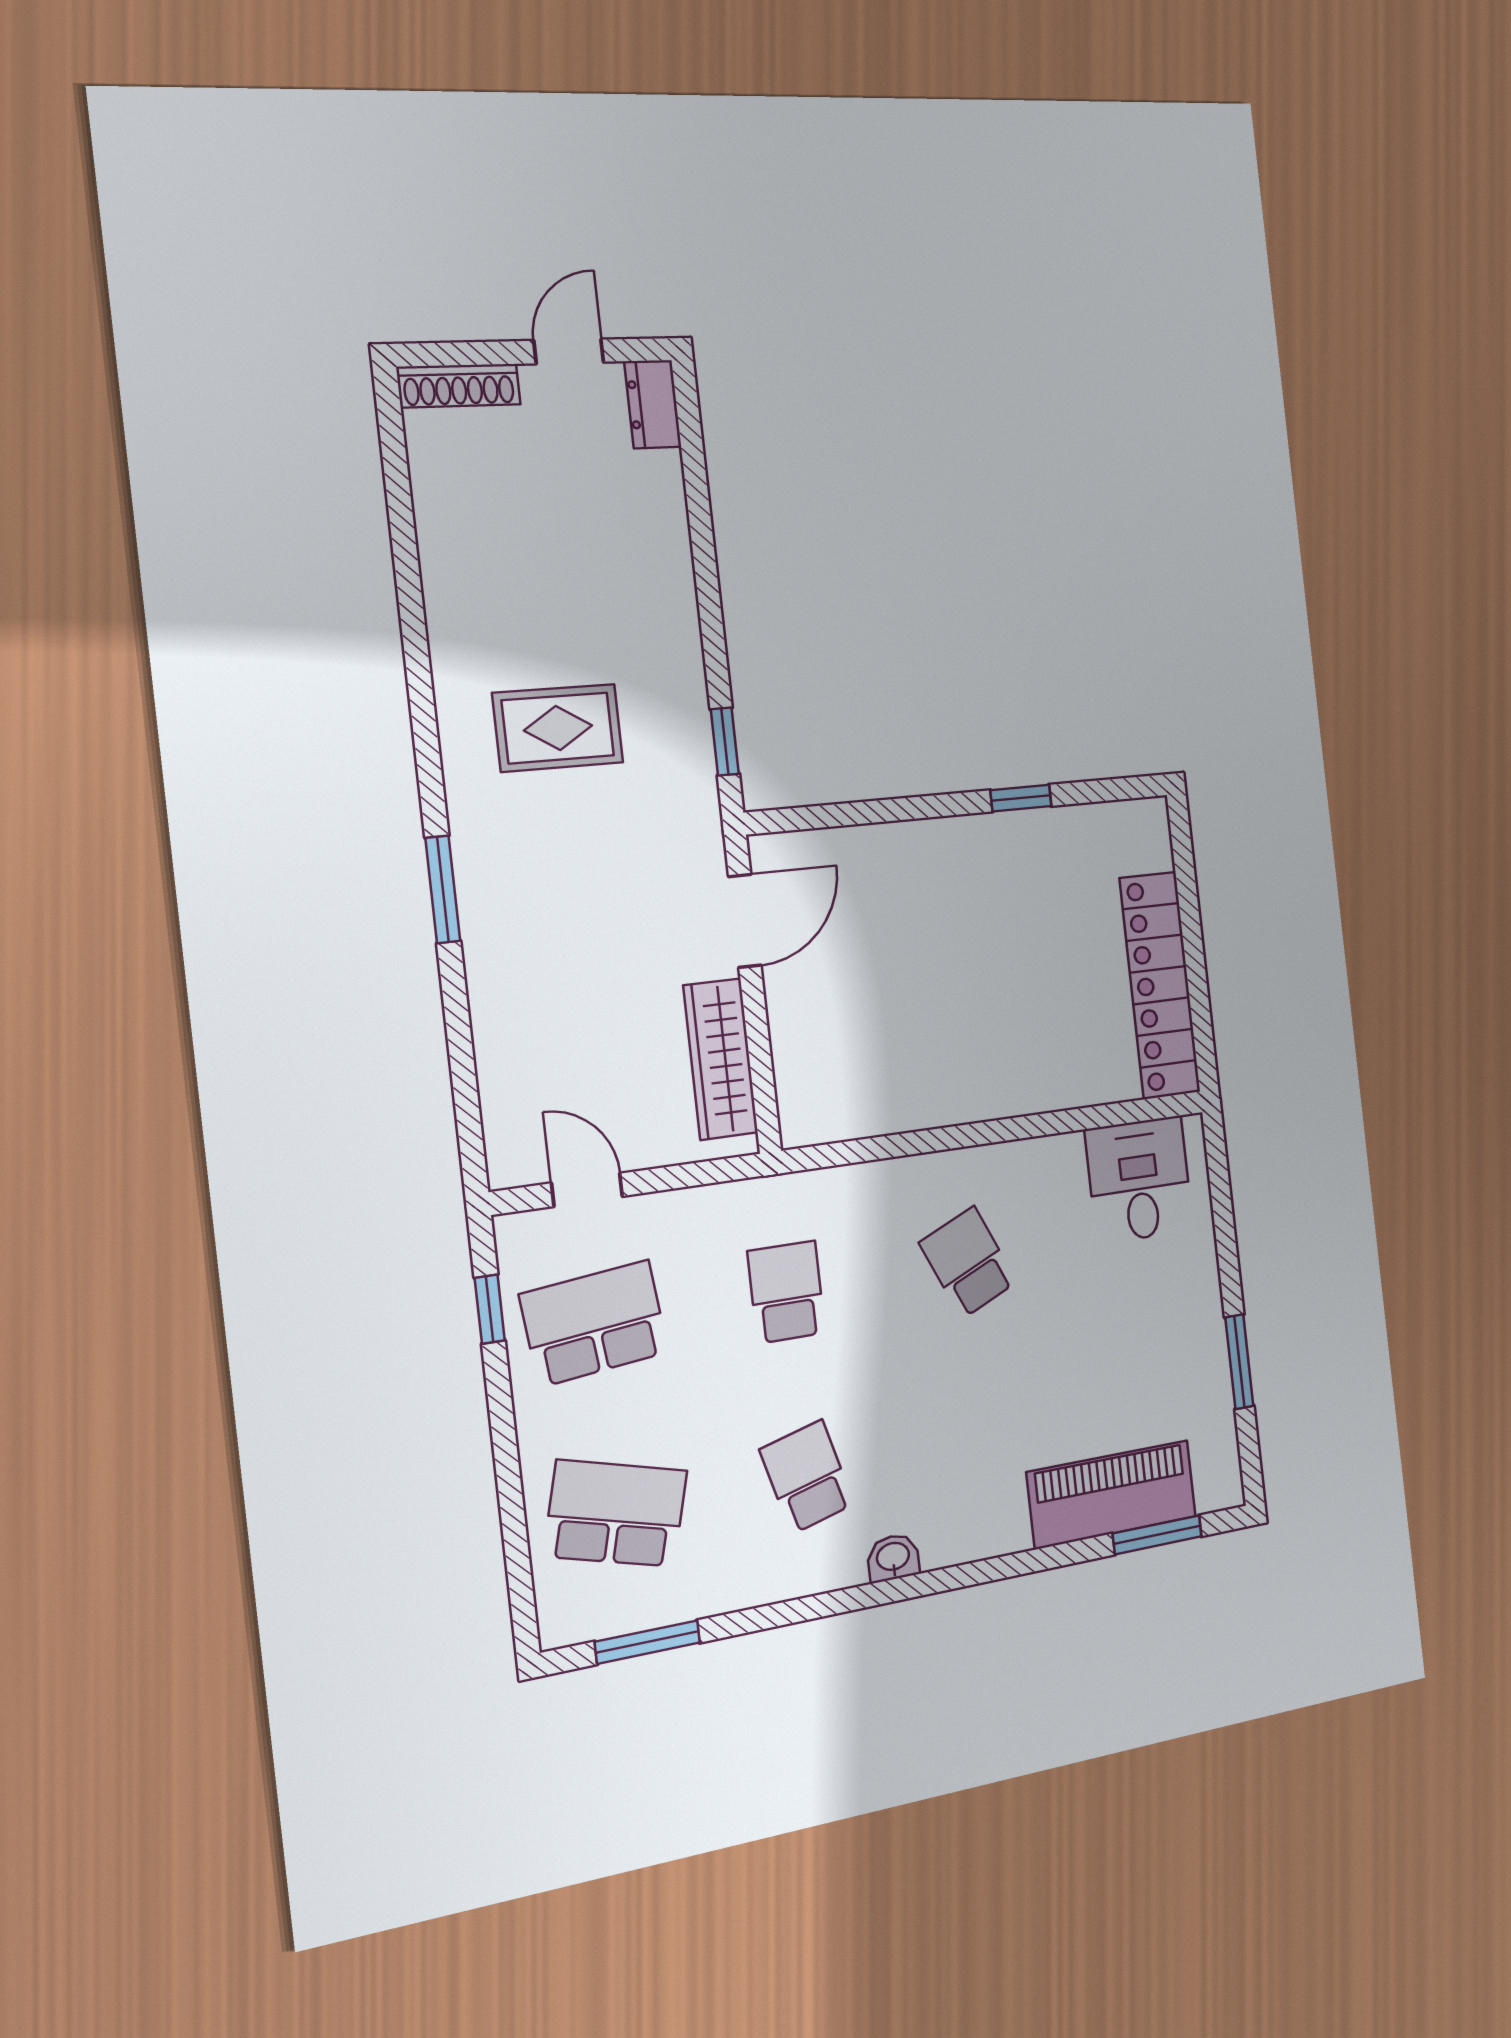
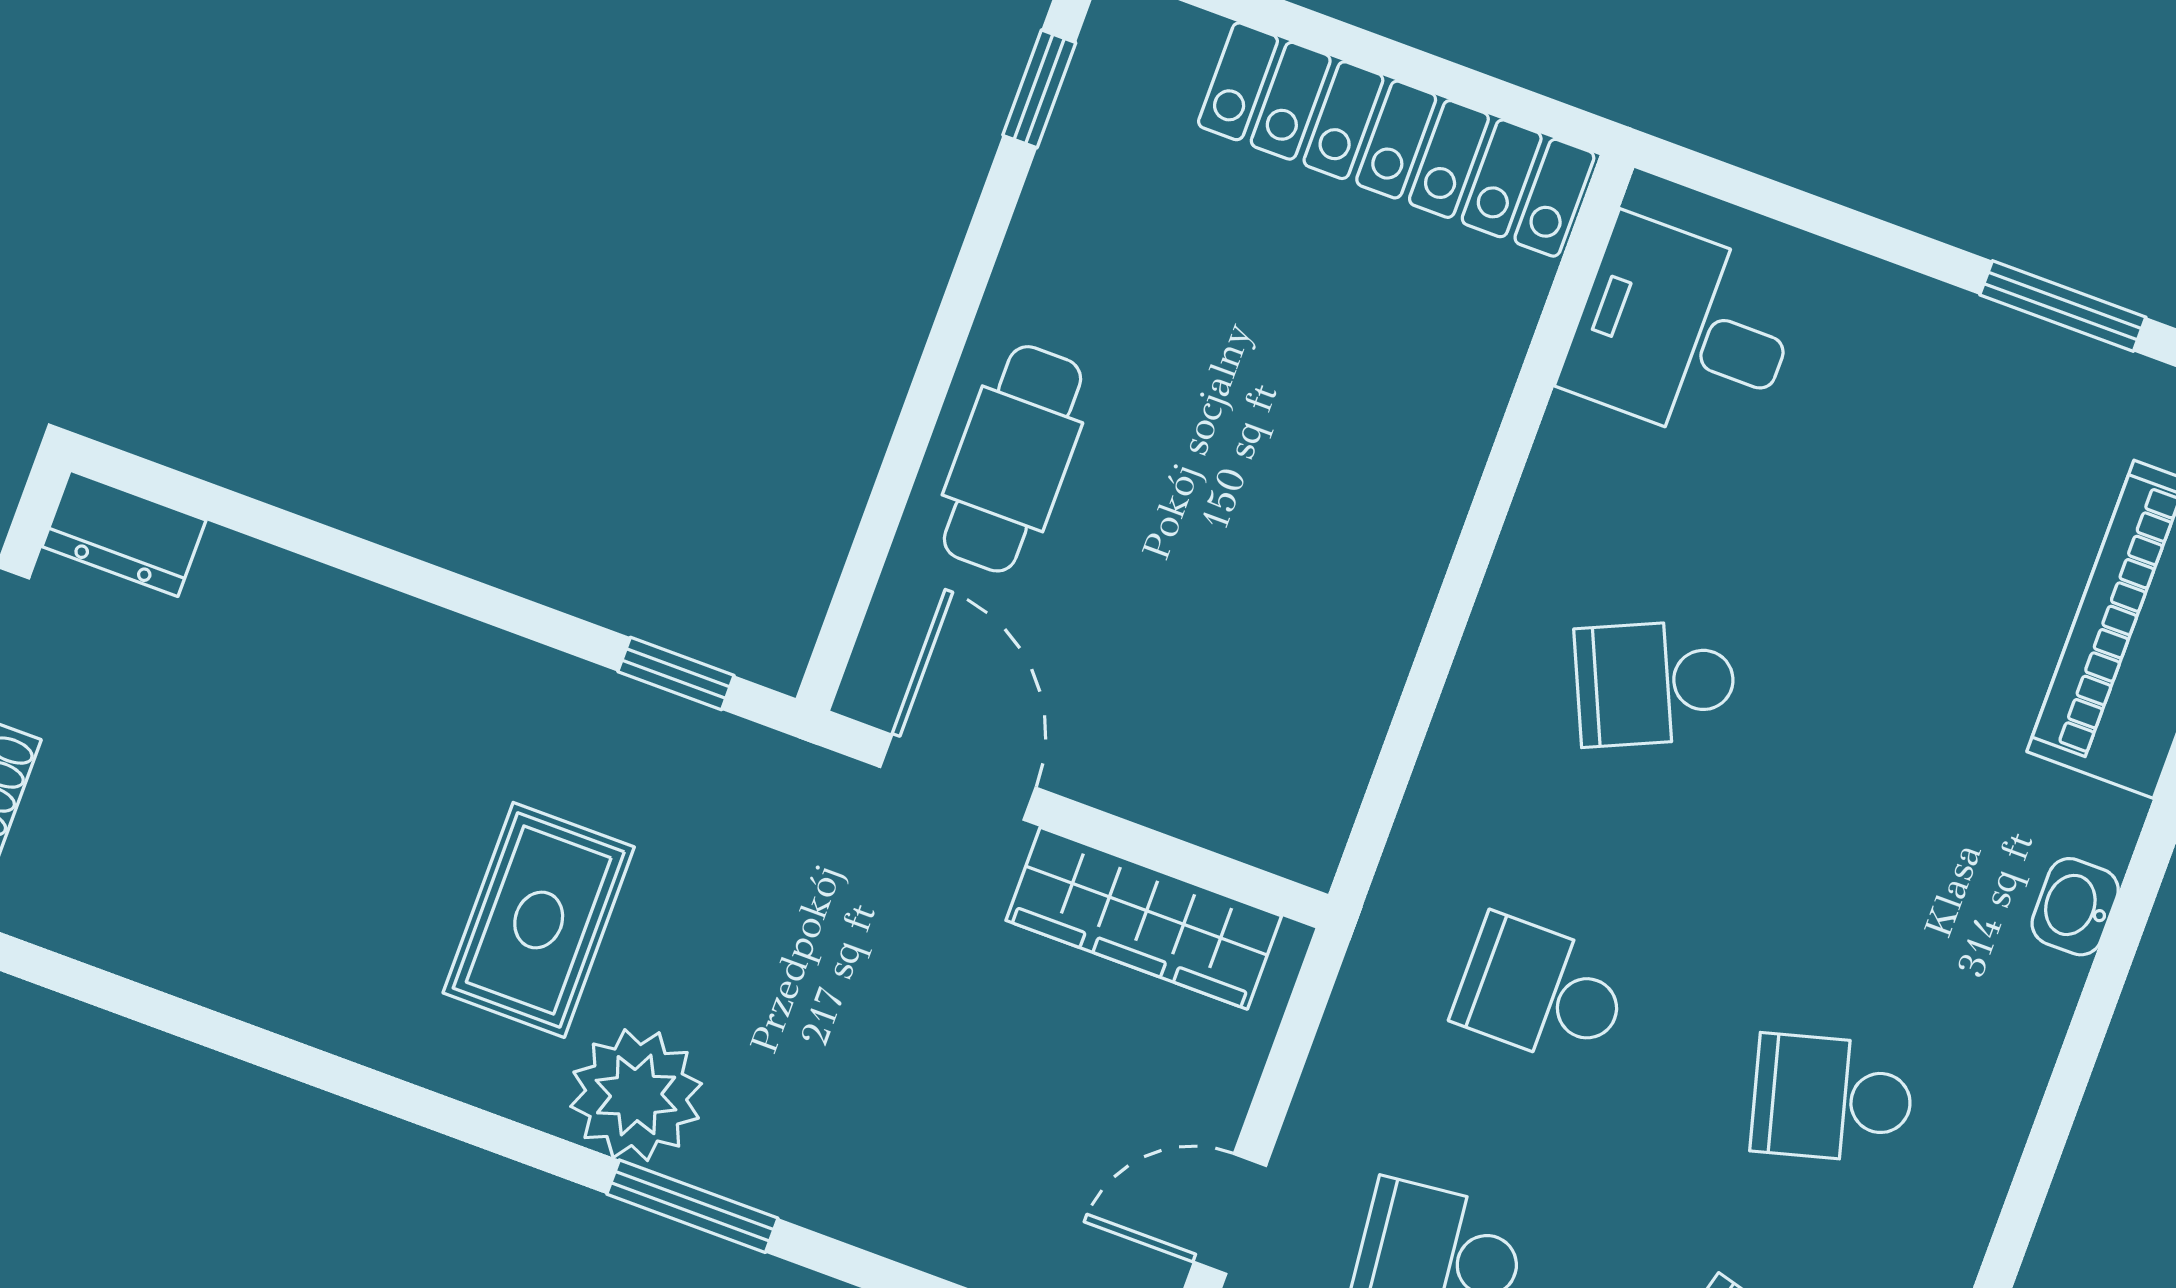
window: (1021, 798) -> (1039, 89), moved
plant: (489, 828) -> (636, 1095), added
cafe table: (918, 868) -> (1012, 459), added
washbasin: (893, 1558) -> (2075, 907), moved

